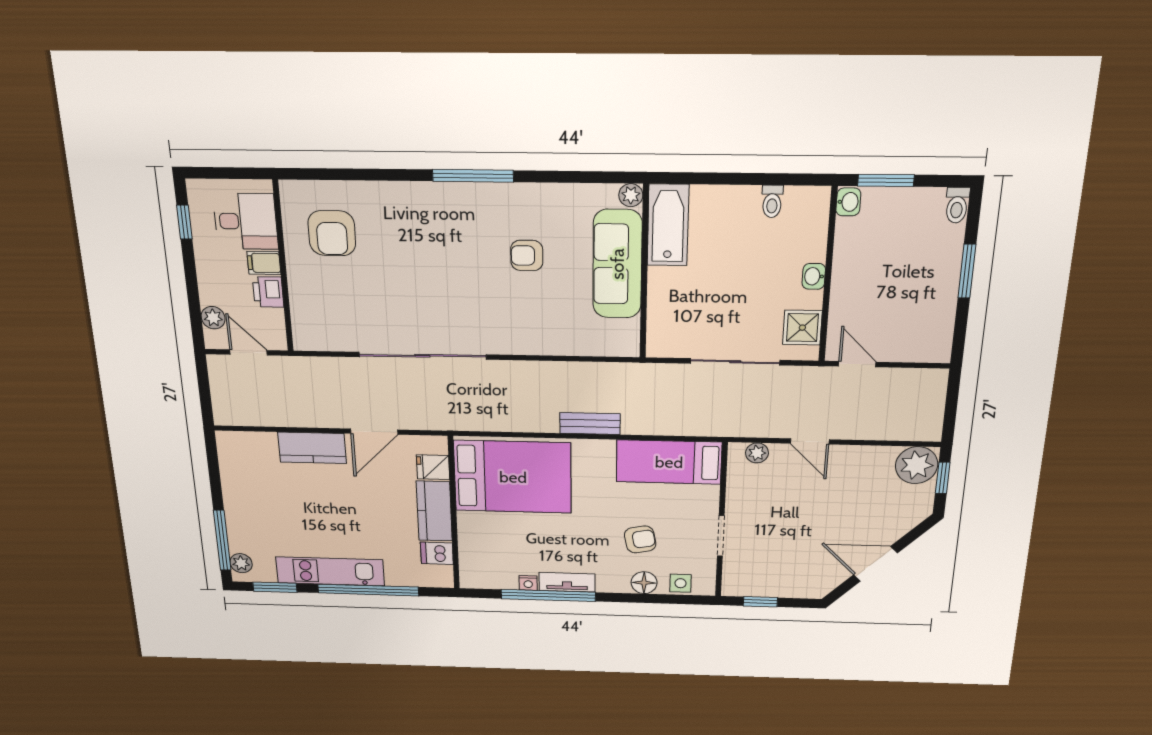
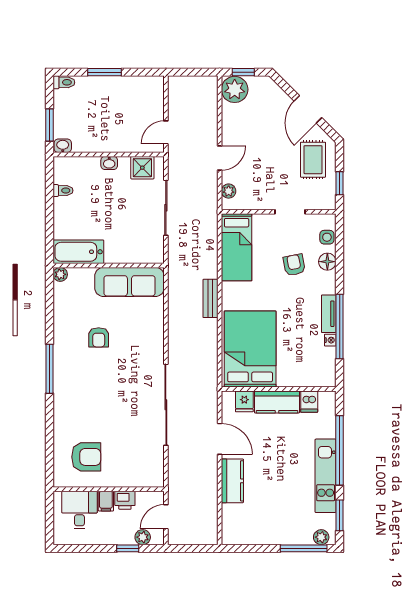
window: (184, 222) -> (128, 548), moved
sofa: (617, 264) -> (129, 282), moved
rug: (798, 569) -> (313, 160), added

